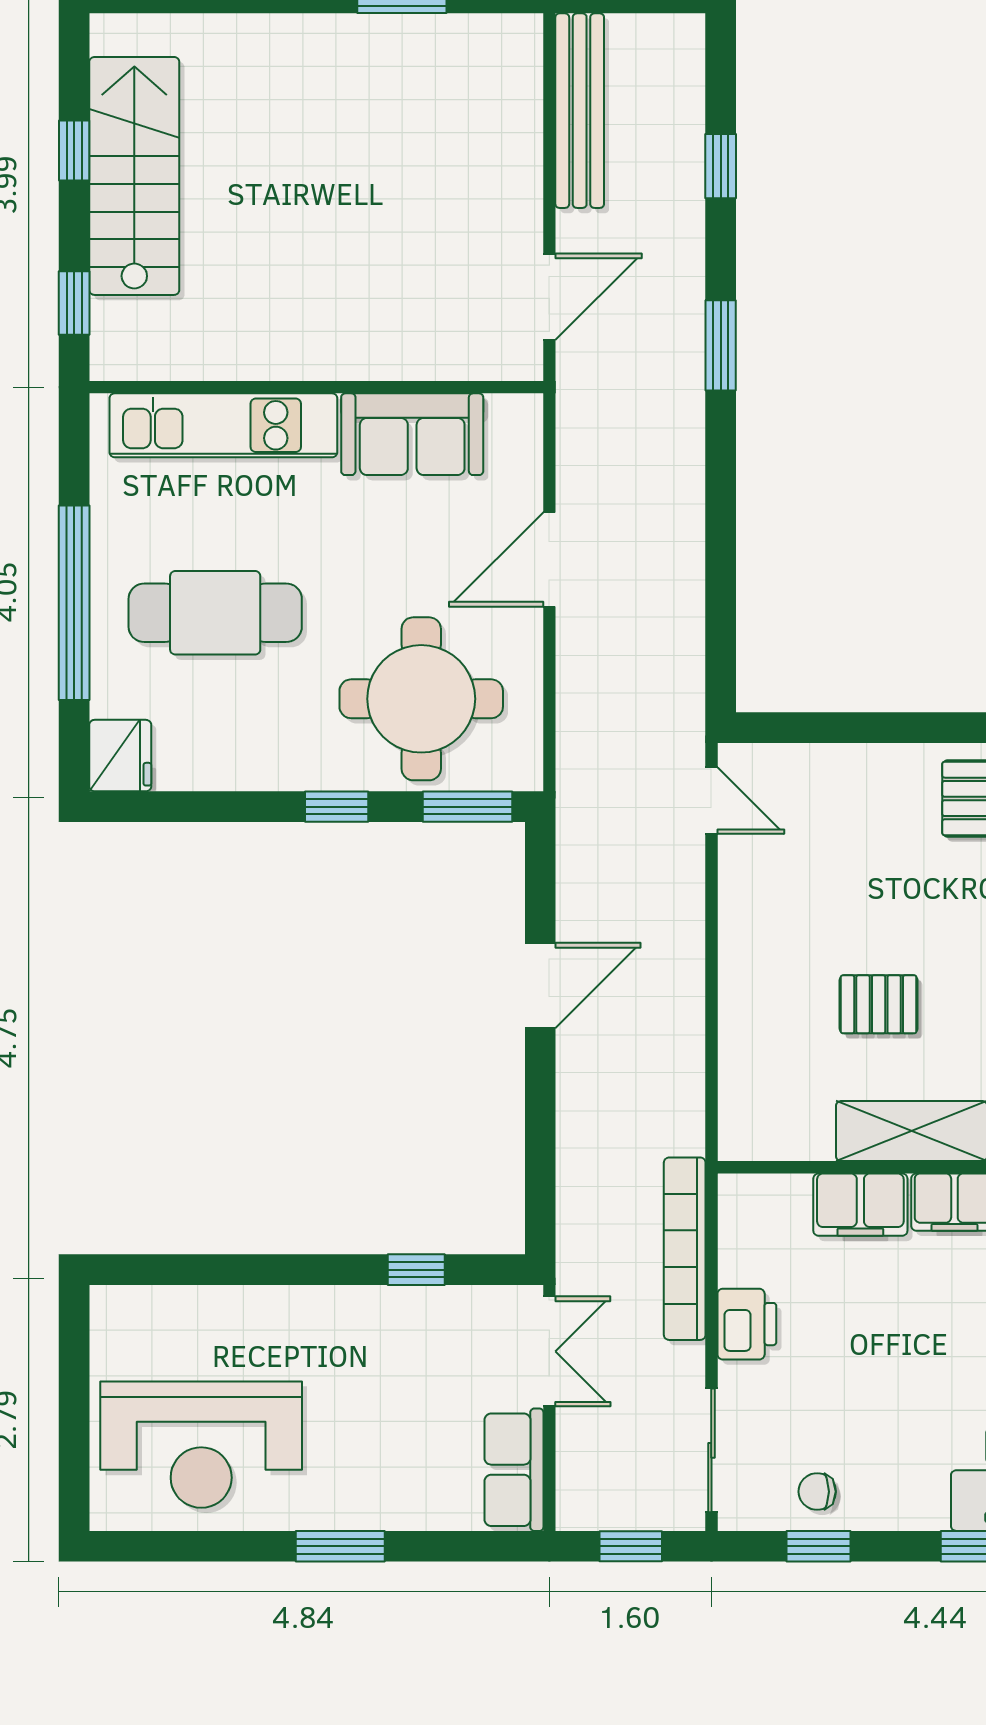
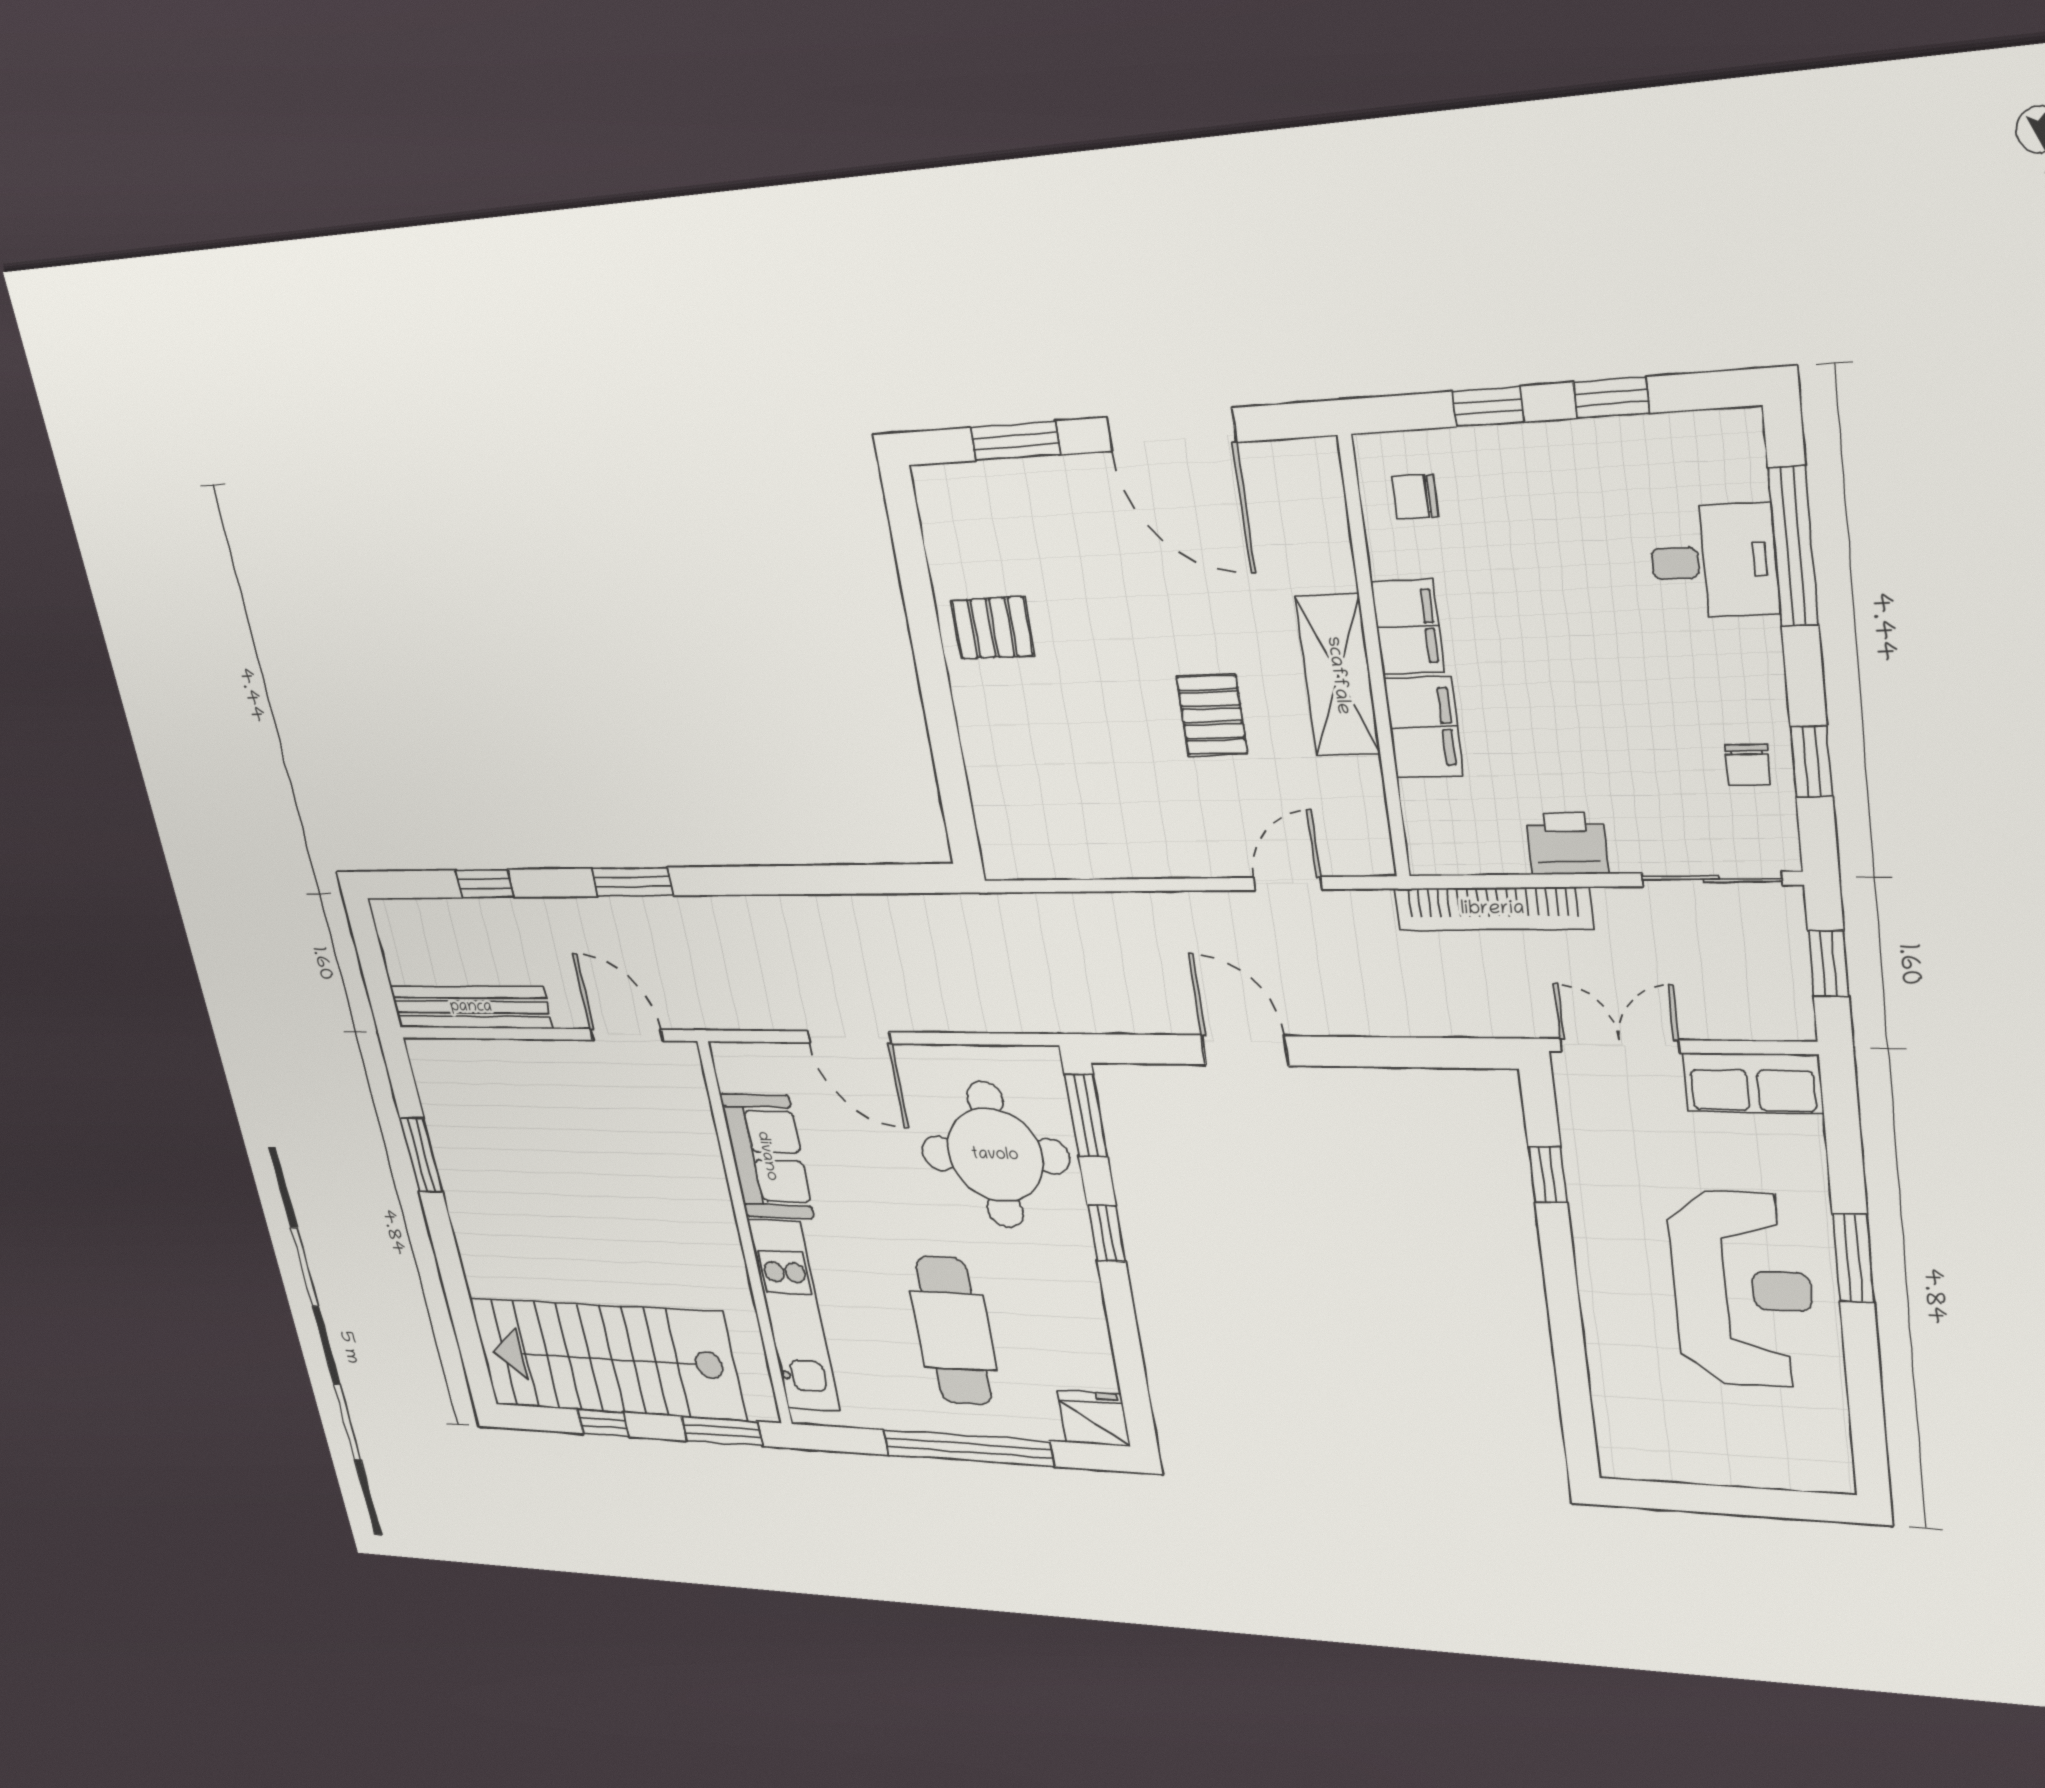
stairs: (134, 176) -> (607, 1359), width x1.36, depth x1.51
window: (74, 303) -> (722, 1431), width x1.50
door: (711, 801) -> (1288, 883), moved
reception desk: (201, 1445) -> (1742, 1290), moved

